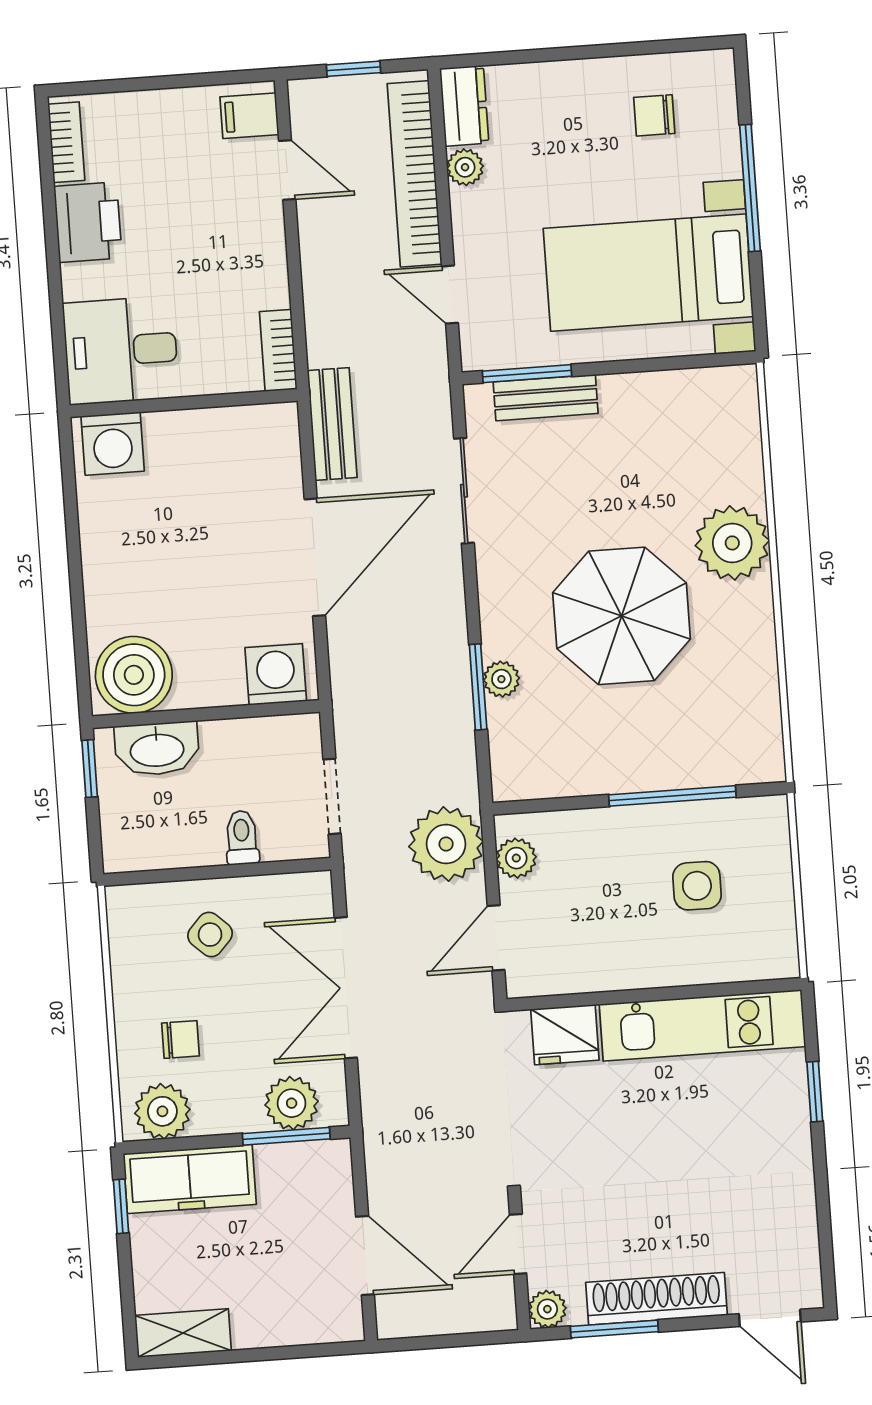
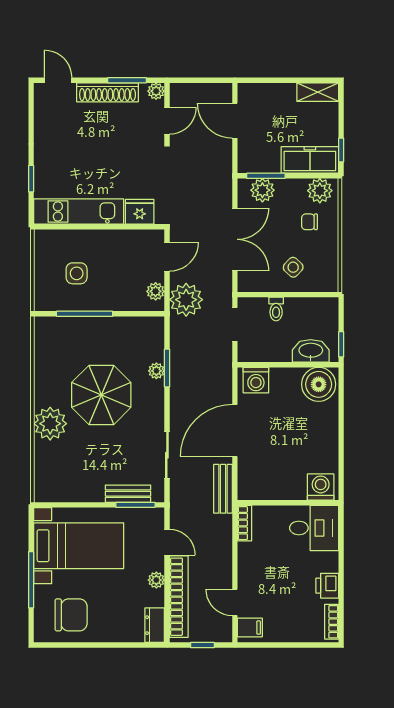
chair: (654, 115) -> (71, 615), width x1.87, depth x1.87
plant: (465, 167) -> (156, 580), moved
printer: (88, 222) -> (327, 586), width x0.73, depth x0.81

